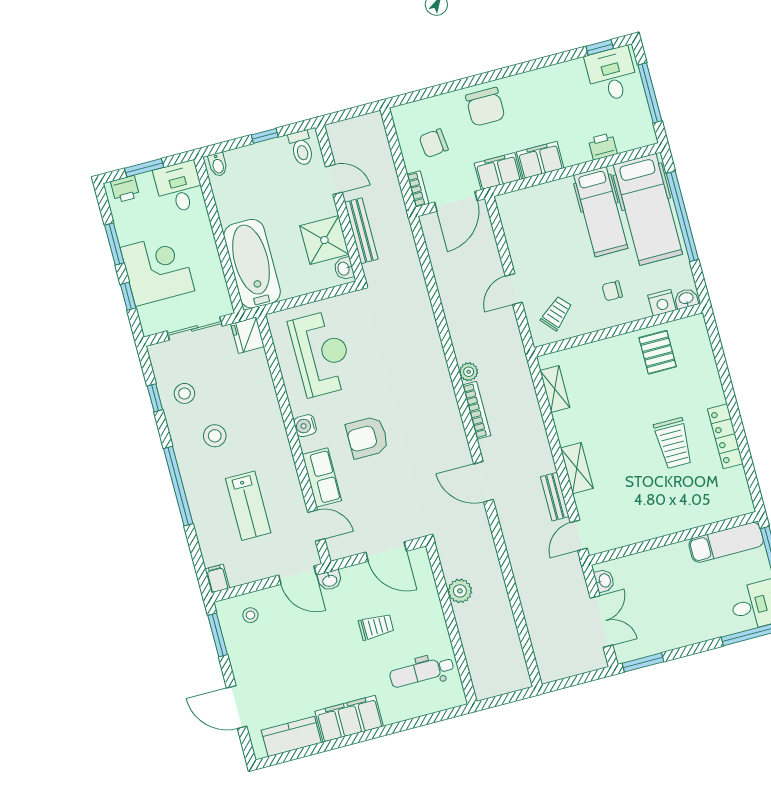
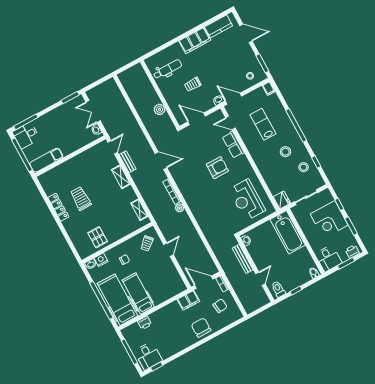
filing cabinet: (540, 160) -> (171, 310), removed
door: (334, 179) -> (260, 279), swing flipped
door: (456, 201) -> (204, 282), hinge flipped
shower: (324, 240) -> (258, 251), removed
water cooler: (305, 426) -> (246, 166), removed

